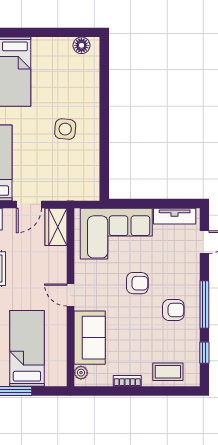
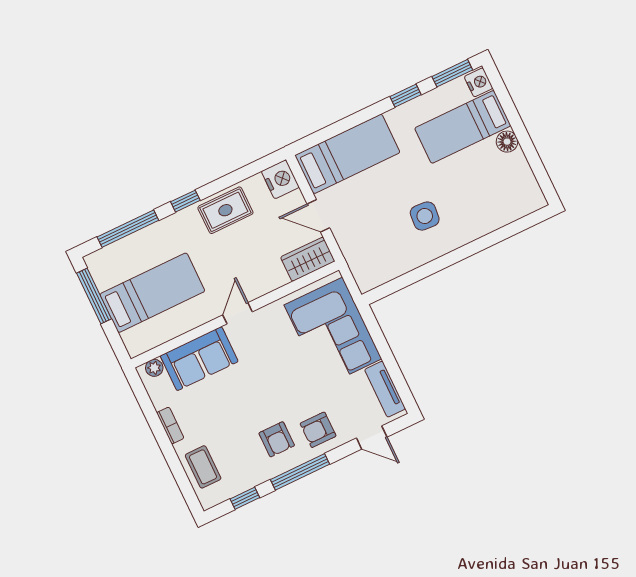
floor lamp: (81, 45) -> (507, 142), moved
armchair: (137, 283) -> (318, 430), moved, turned 89

